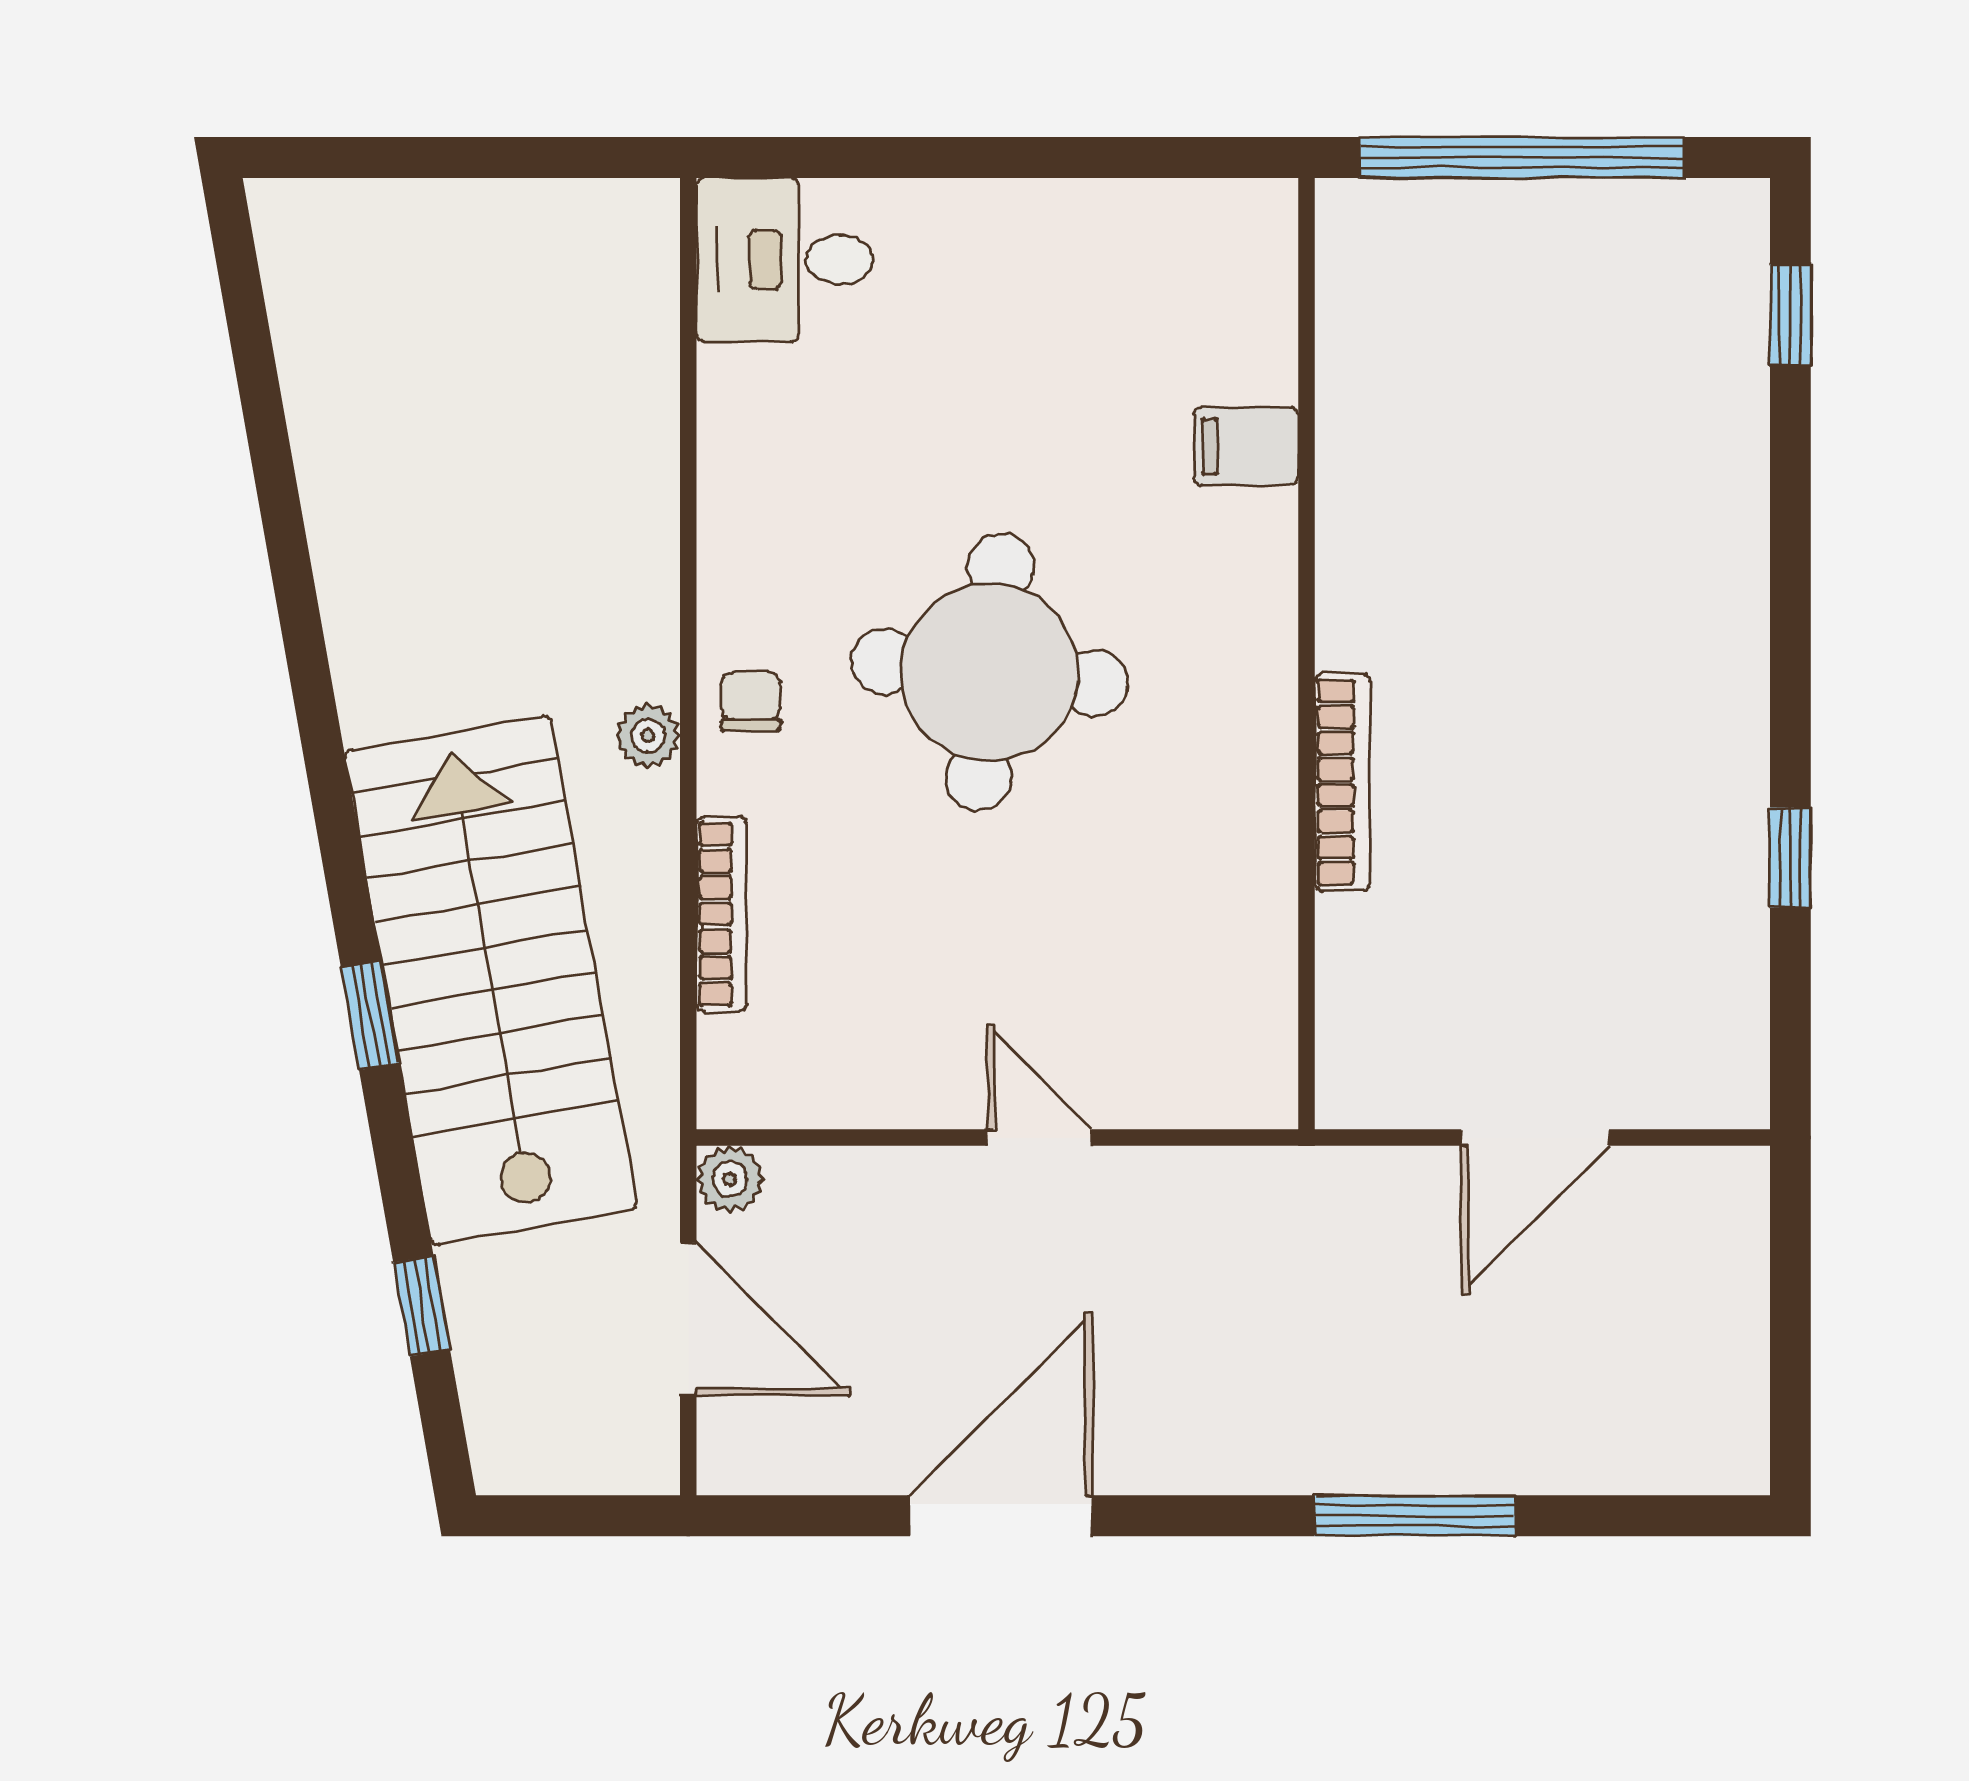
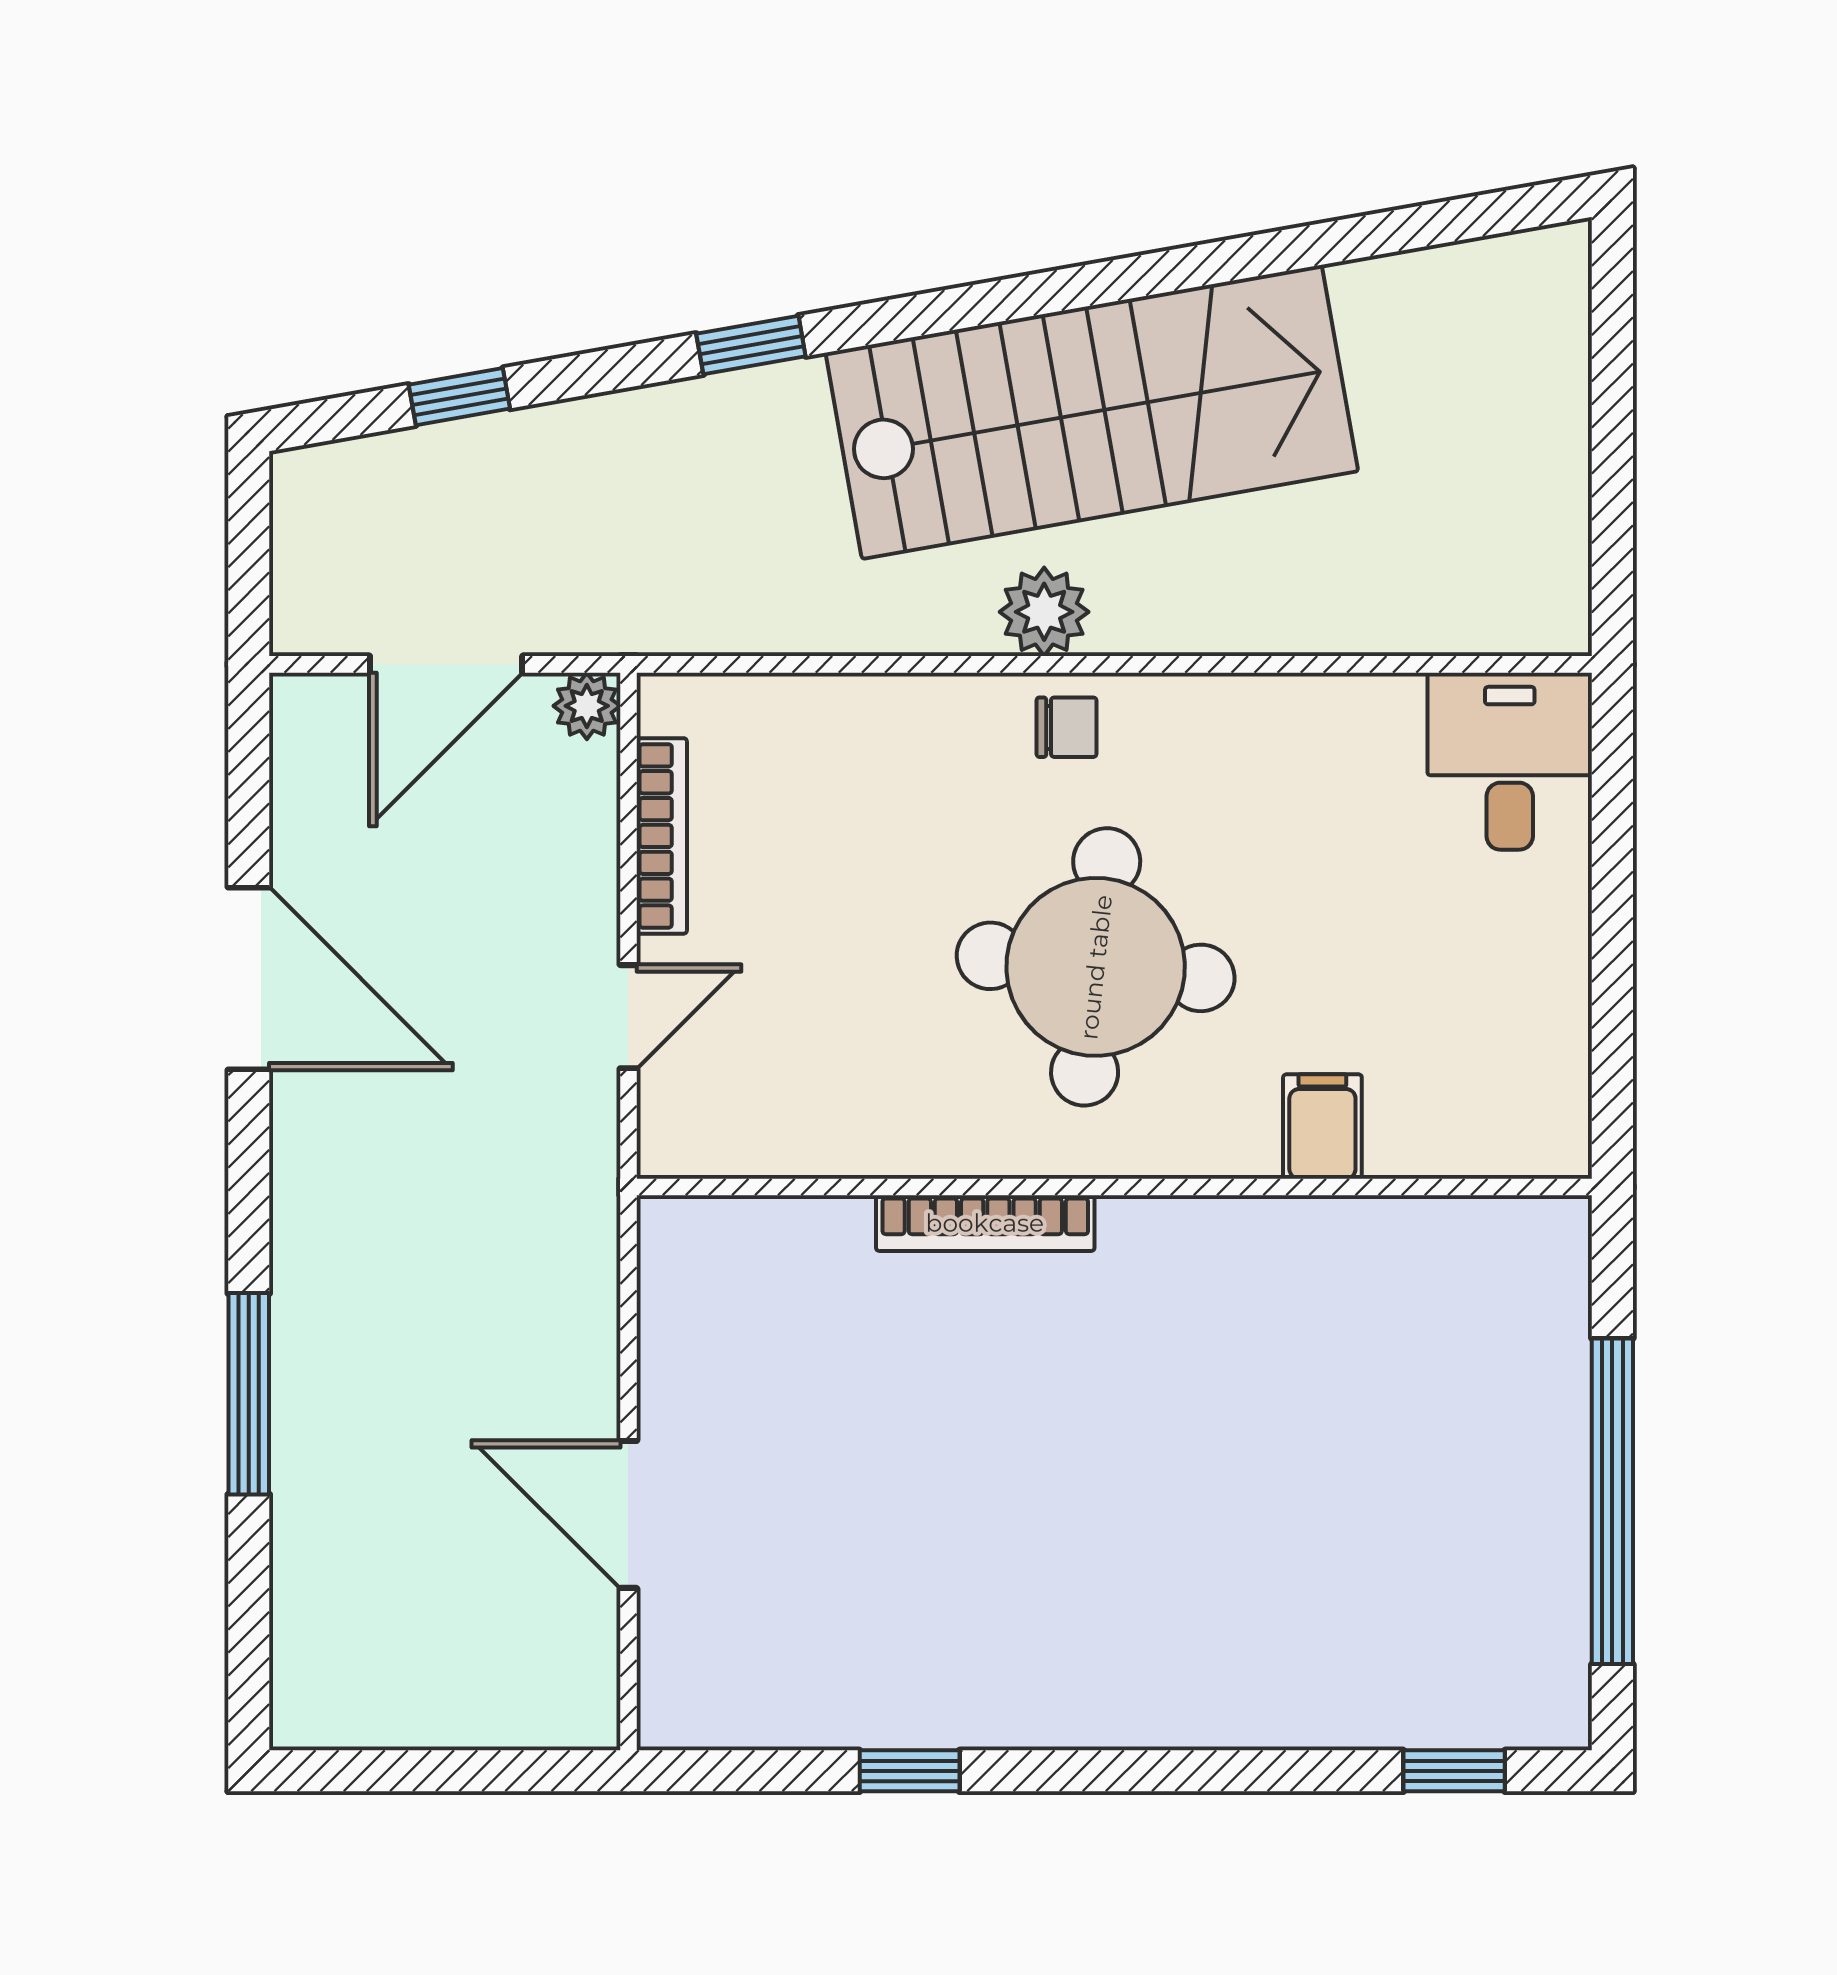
filing cabinet: (1246, 446) -> (1322, 1126), moved
wall: (1306, 654) -> (1114, 1187), moved
plant: (648, 736) -> (1044, 612), width x1.38, depth x1.38
bookcase: (1342, 782) -> (985, 1223), moved
bookcase: (721, 914) -> (662, 836), moved, turned -90
stairs: (491, 980) -> (1092, 412), moved

